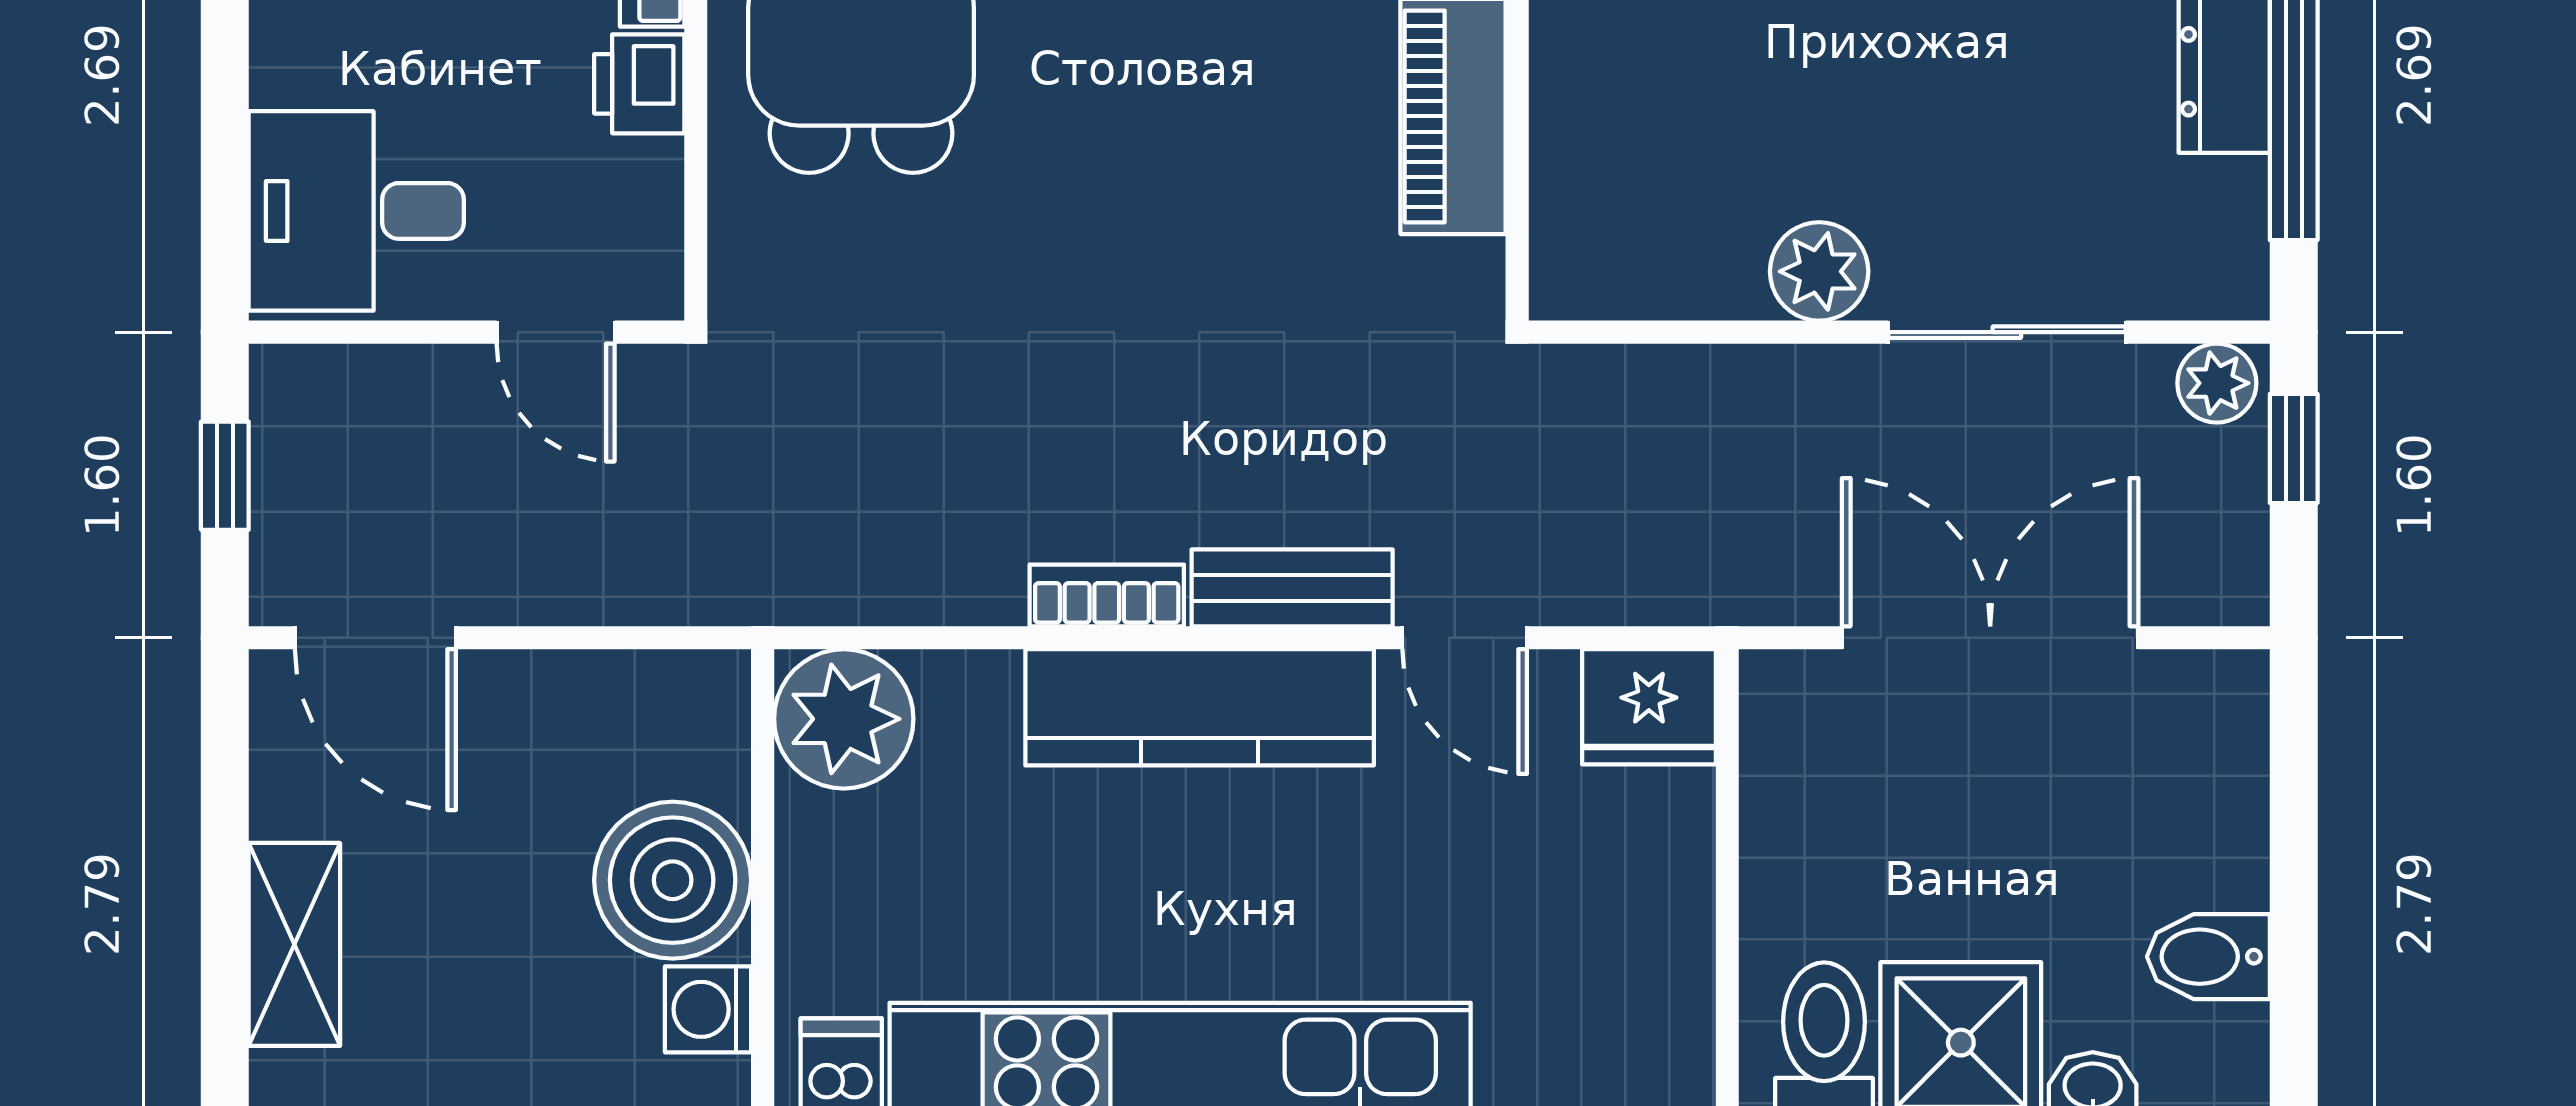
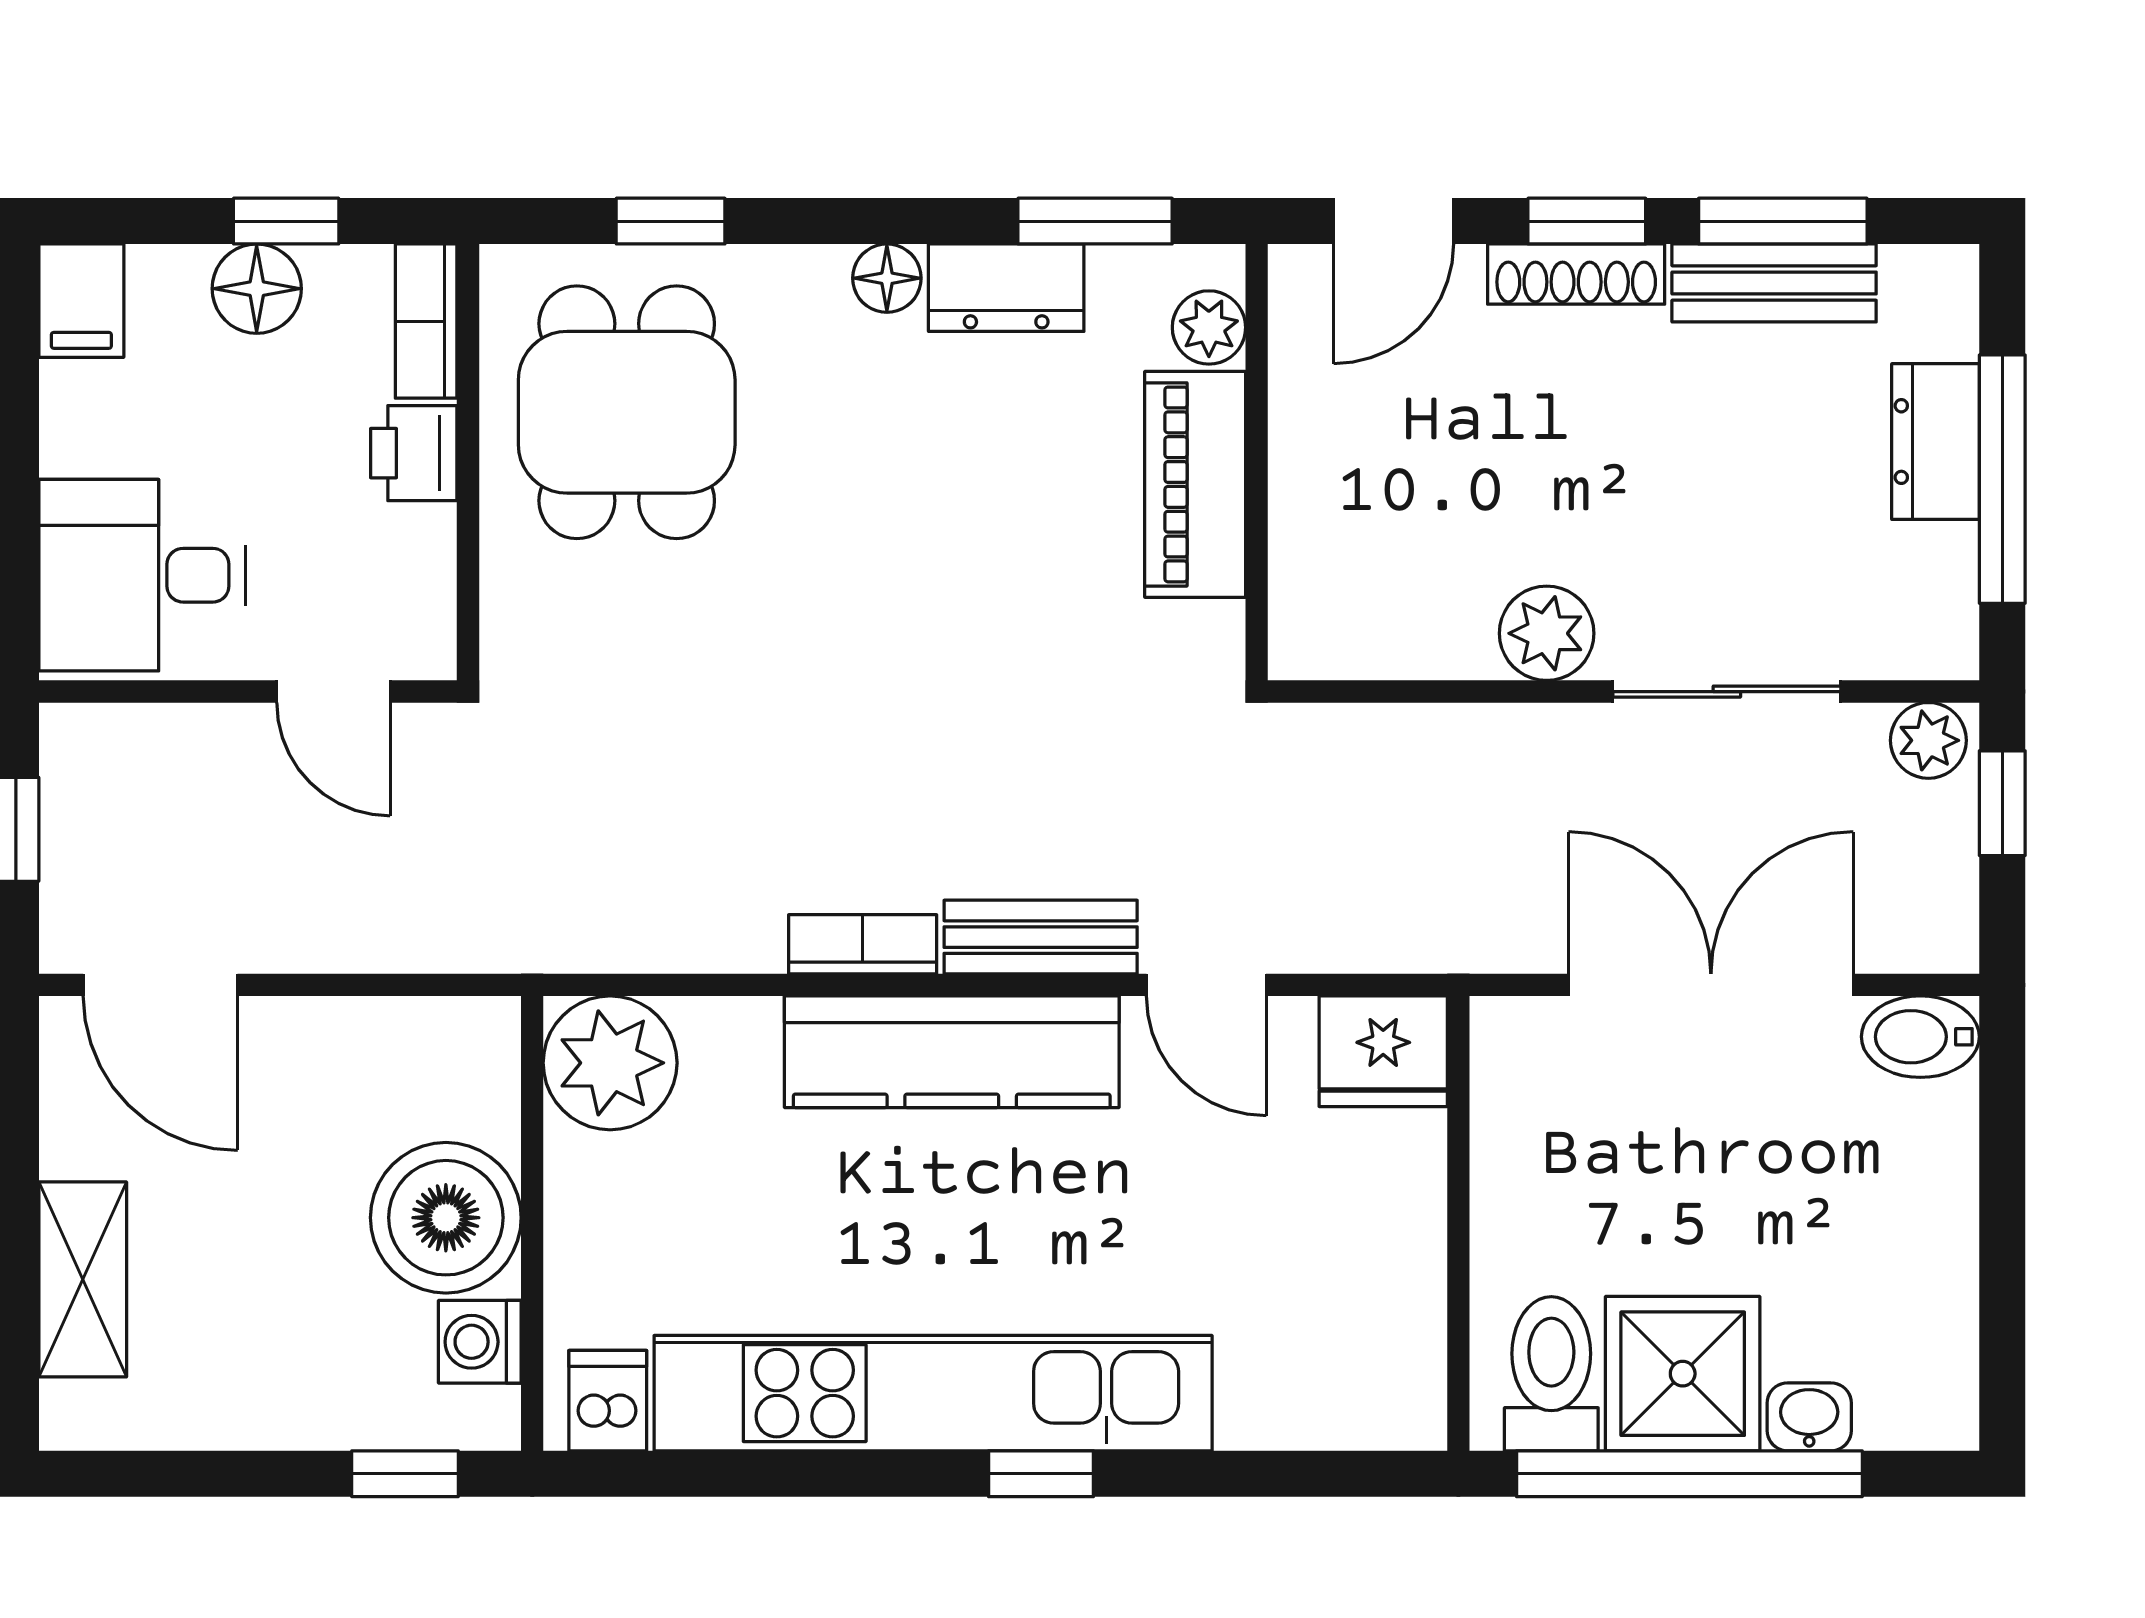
bidet: (2208, 957) -> (1920, 1037), moved

